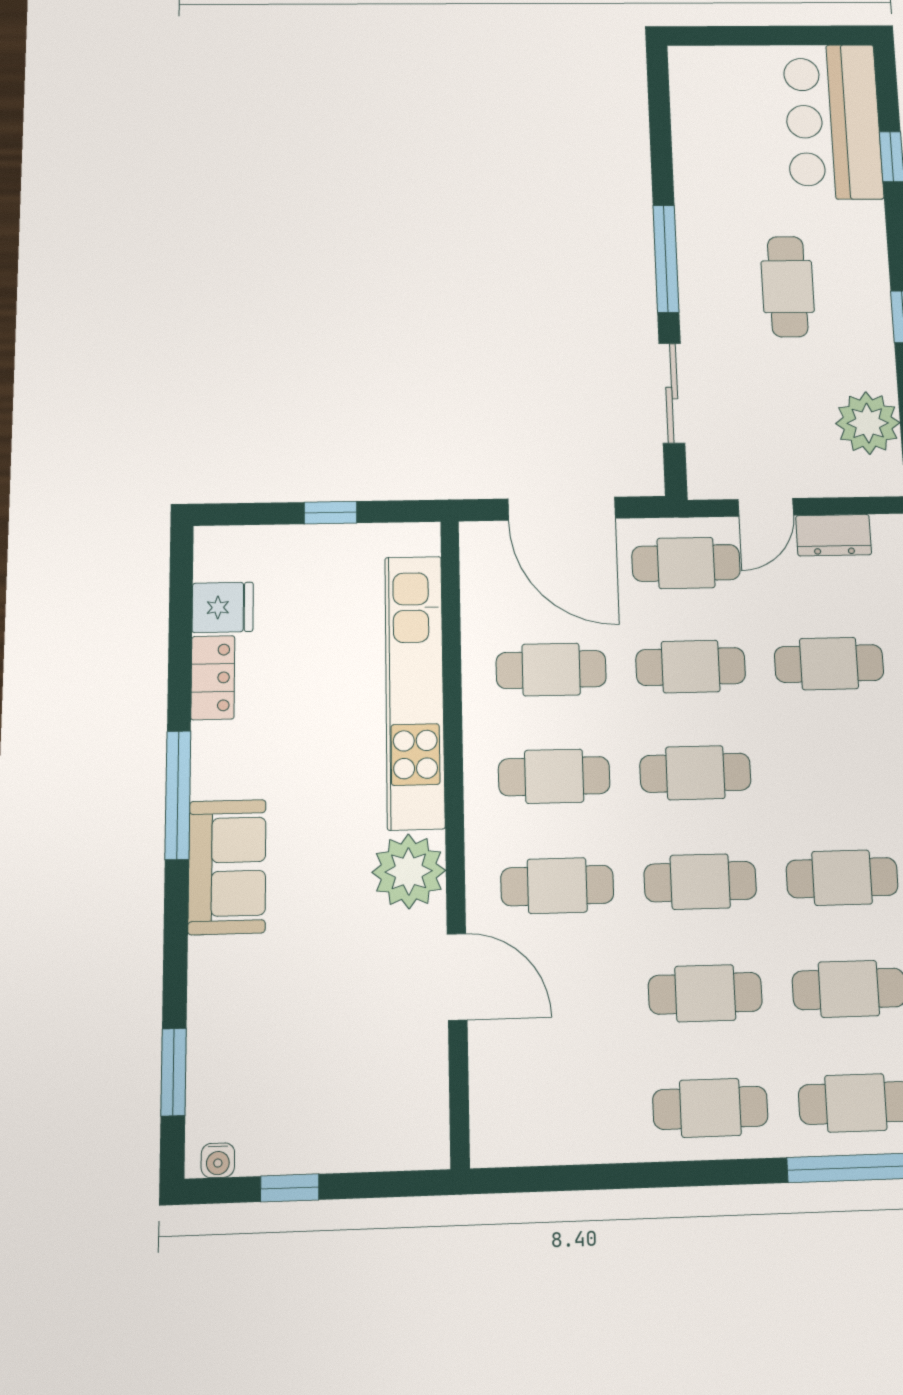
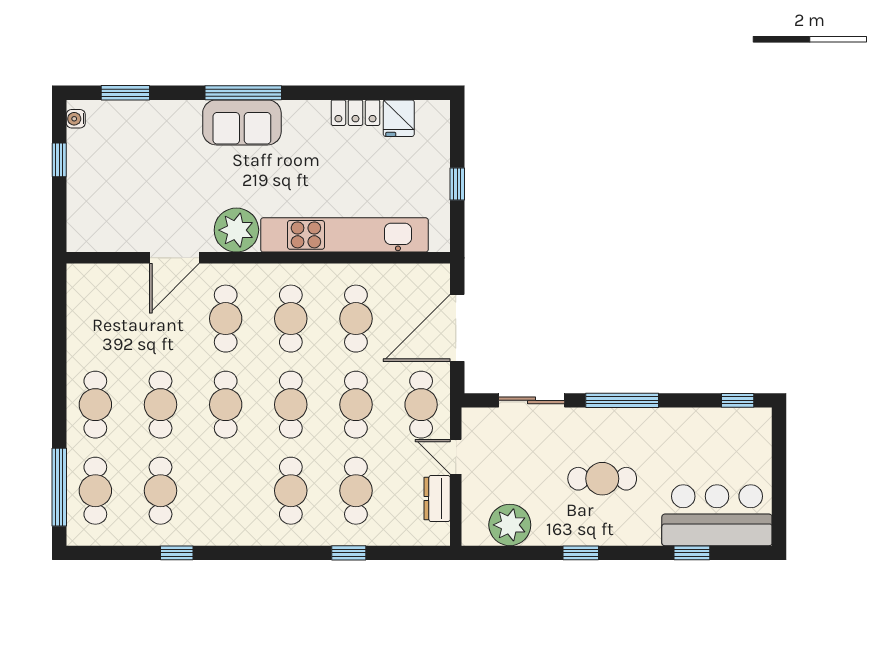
window: (659, 93) -> (738, 400), added
window: (178, 795) -> (243, 93), moved
cafe table: (842, 878) -> (291, 491), moved

